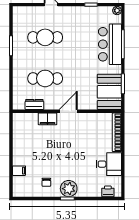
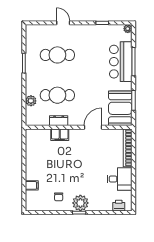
plant: (18, 84) -> (31, 101), added
dresser: (34, 104) -> (59, 121), moved
door: (68, 111) -> (93, 127), moved

